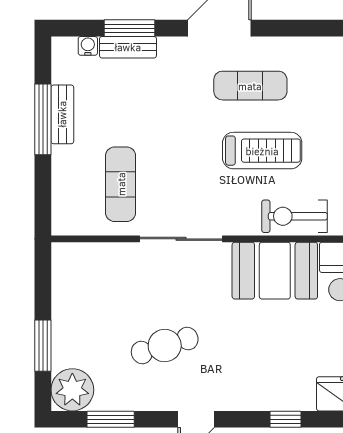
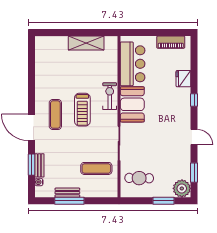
treadmill: (262, 151) -> (82, 110), turned 180
exercise bike: (295, 216) -> (110, 96), turned 180
cafe table: (165, 346) -> (139, 178), moved, turned -72

